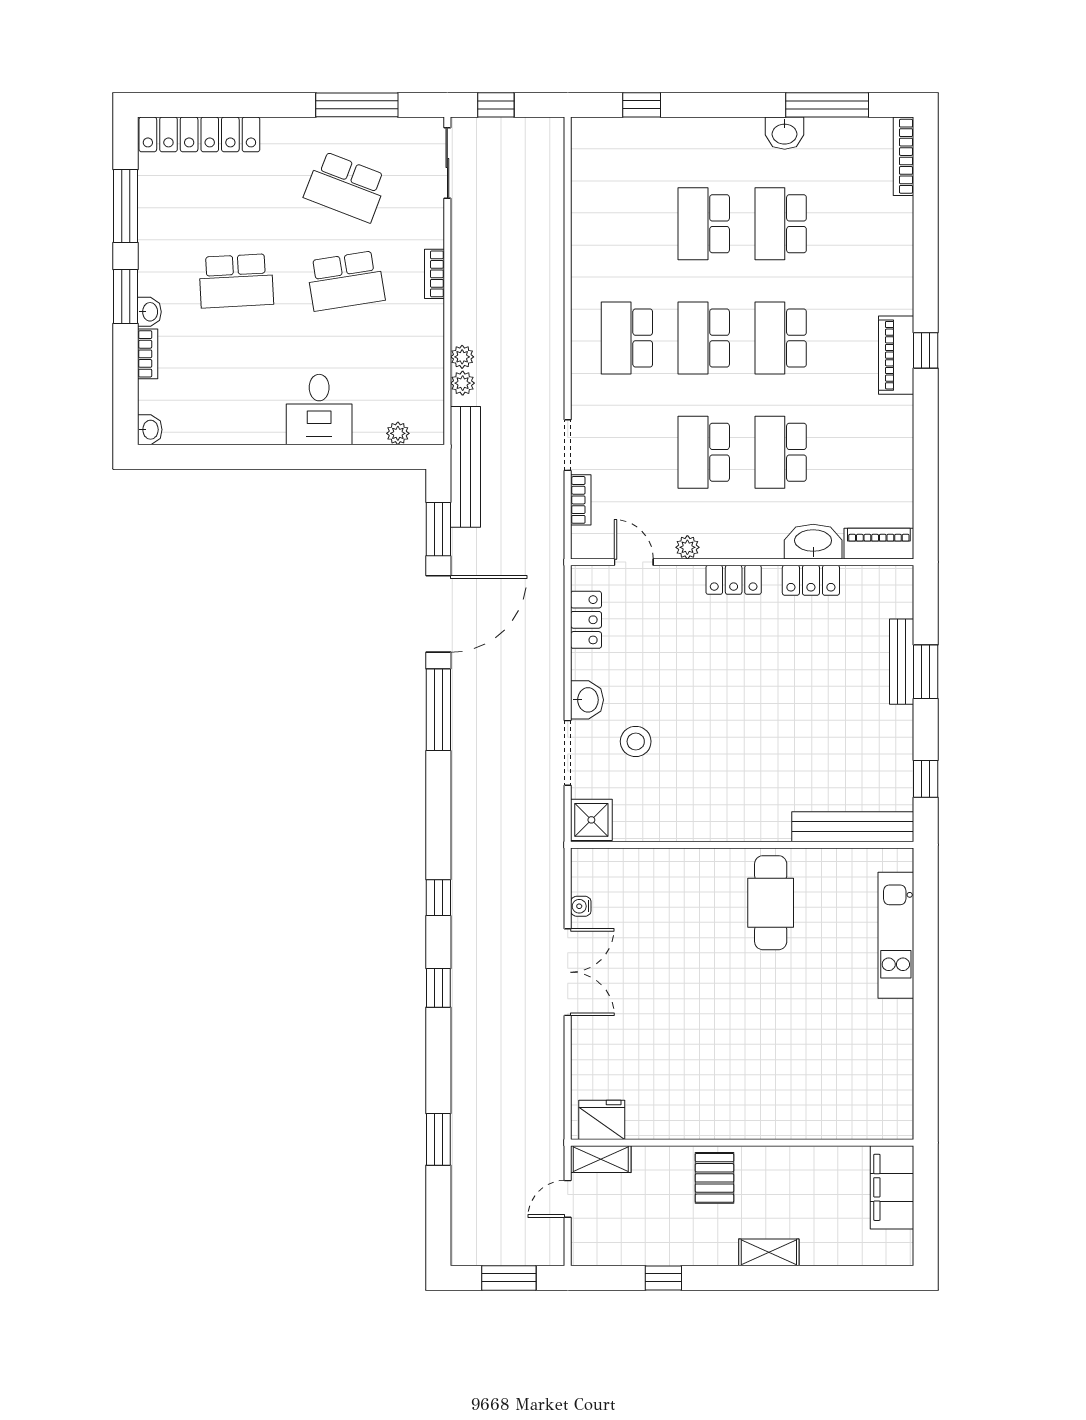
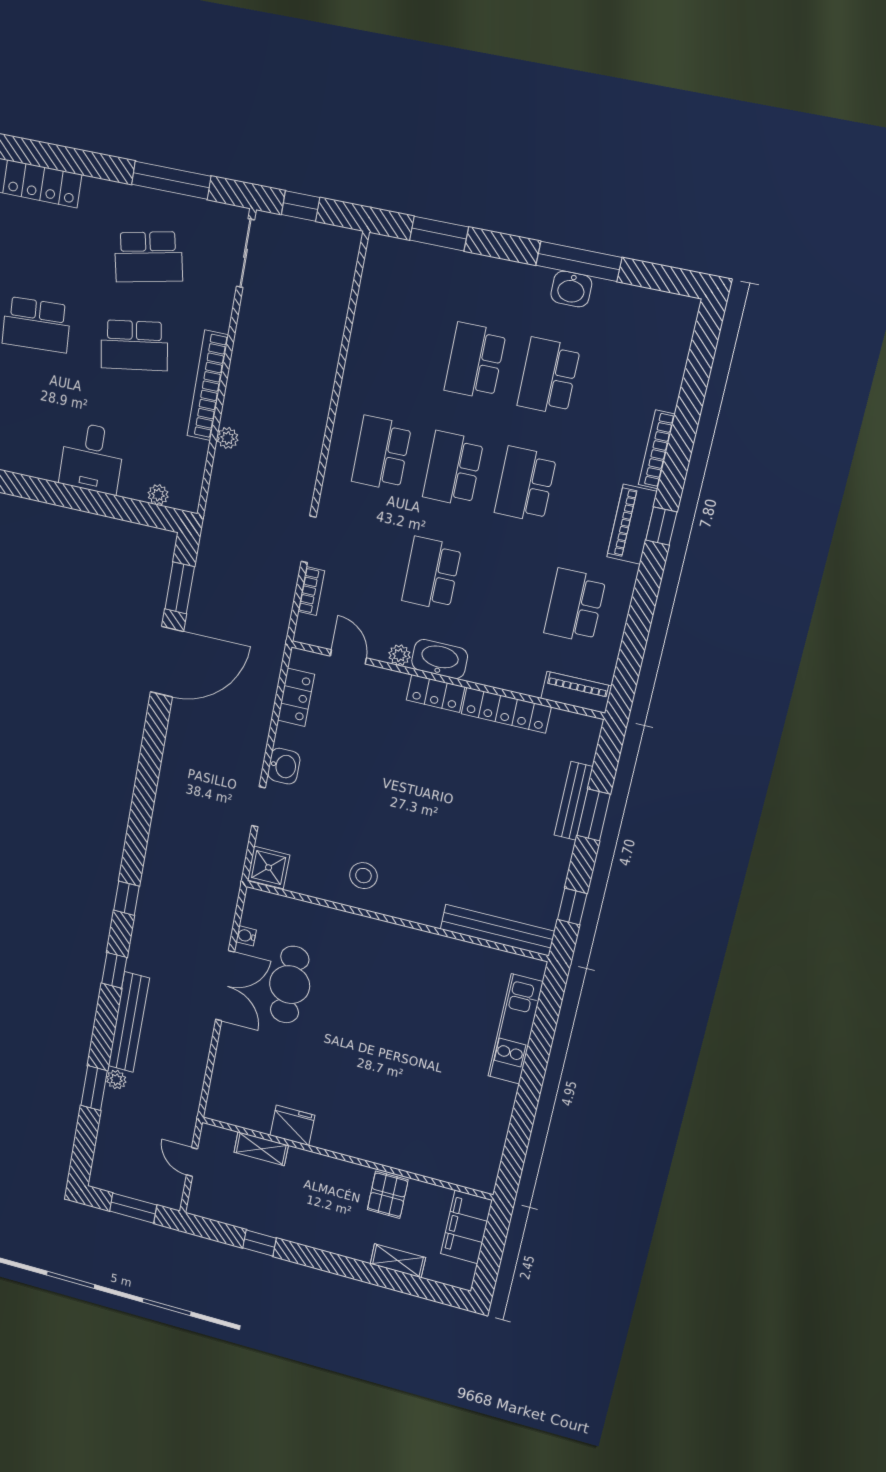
window: (642, 105) -> (439, 234), width x1.50
window: (827, 105) -> (579, 261), moved
bookcase: (904, 156) -> (657, 449), moved
school desk: (346, 187) -> (148, 257), turned -33
bookcase: (434, 274) -> (208, 385), width x2.31, depth x1.31
plant: (463, 383) -> (116, 1080), moved
school desk: (781, 452) -> (575, 606), moved
bench: (465, 467) -> (129, 1022), moved
washbasin: (813, 542) -> (440, 659), moved
locker: (811, 580) -> (506, 710), width x1.53
window: (438, 710) -> (153, 743), removed
stool: (636, 741) -> (363, 876), moved
doorway: (568, 753) -> (259, 807), width x0.73
cafe table: (771, 903) -> (290, 985), moved
fridge: (602, 1120) -> (293, 1125), moved
shelving: (601, 1159) -> (261, 1149), moved
pallet: (714, 1178) -> (388, 1195), moved
door: (568, 1199) -> (192, 1162), hinge flipped
shelving: (769, 1252) -> (398, 1261), moved

